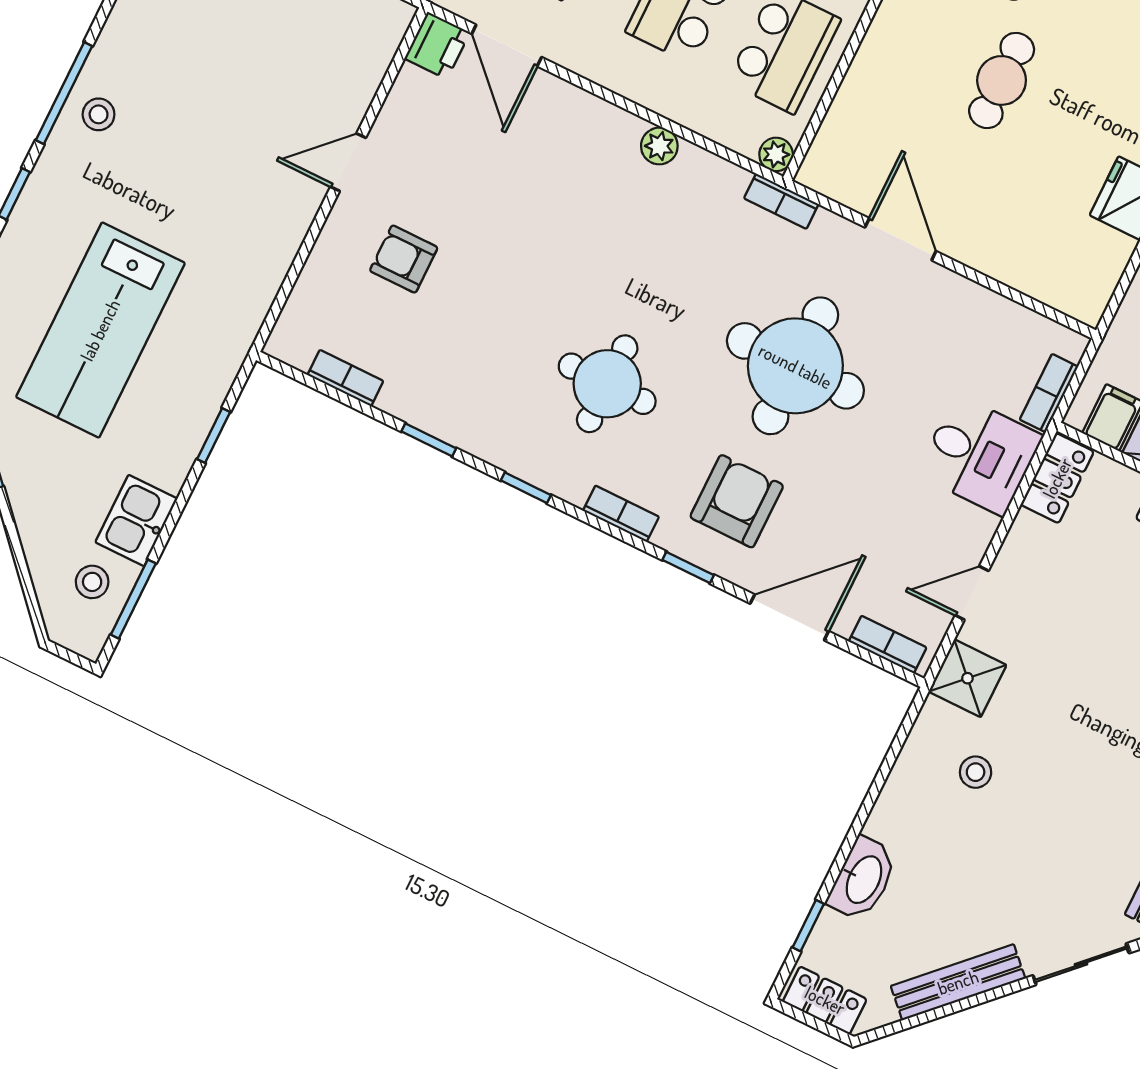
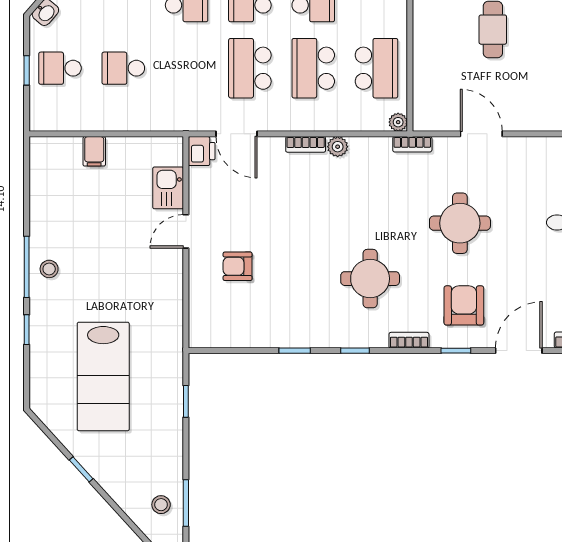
round table: (795, 366) -> (460, 223), width x0.73, depth x0.73
bookcase: (345, 378) -> (306, 144), moved, turned 180
kitchen sink: (136, 520) -> (168, 188), moved

